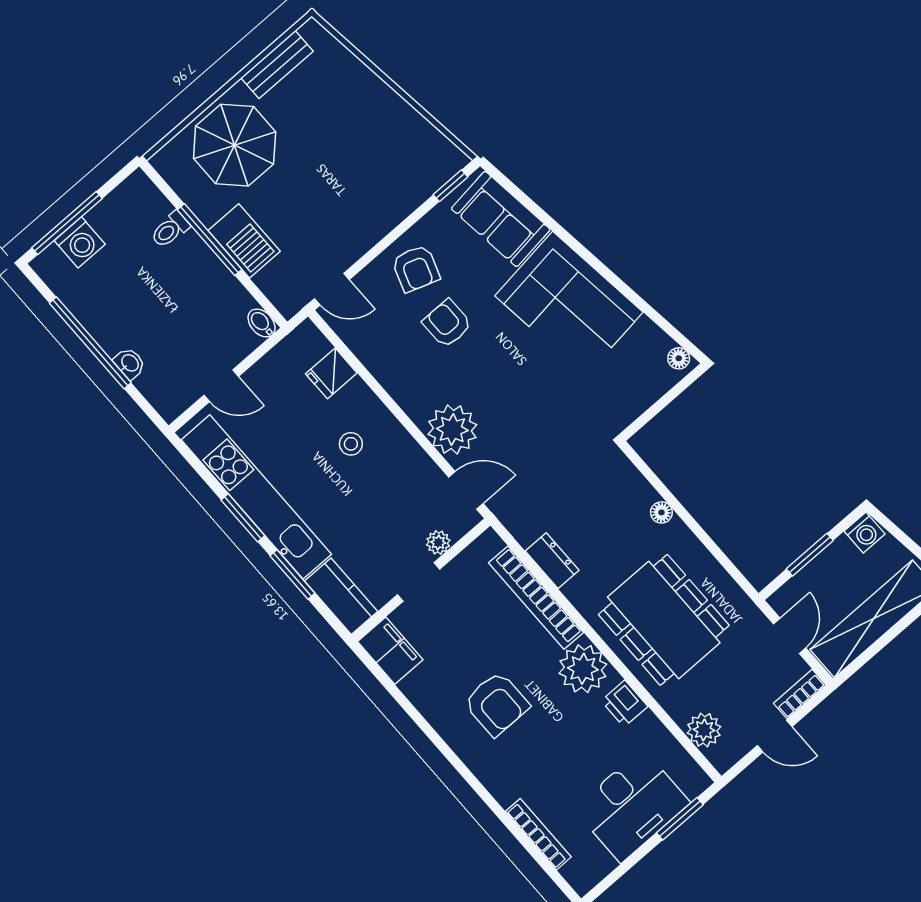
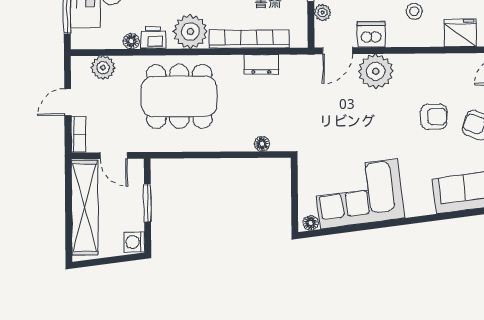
corner sofa: (569, 304) -> (359, 194), moved
fridge: (331, 373) -> (460, 33), width x1.38
dishwasher: (416, 469) -> (371, 34), added
floor lamp: (661, 512) -> (262, 144), moved
floor lamp: (649, 724) -> (131, 41), added

